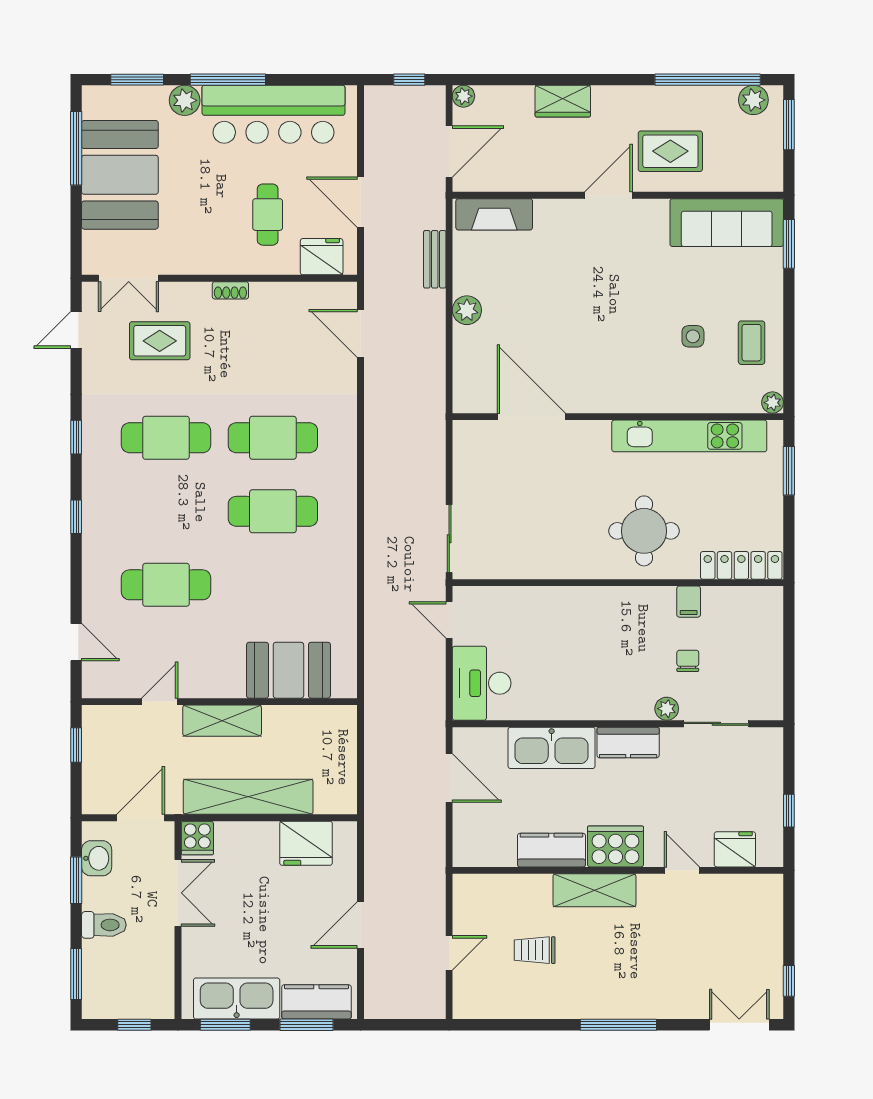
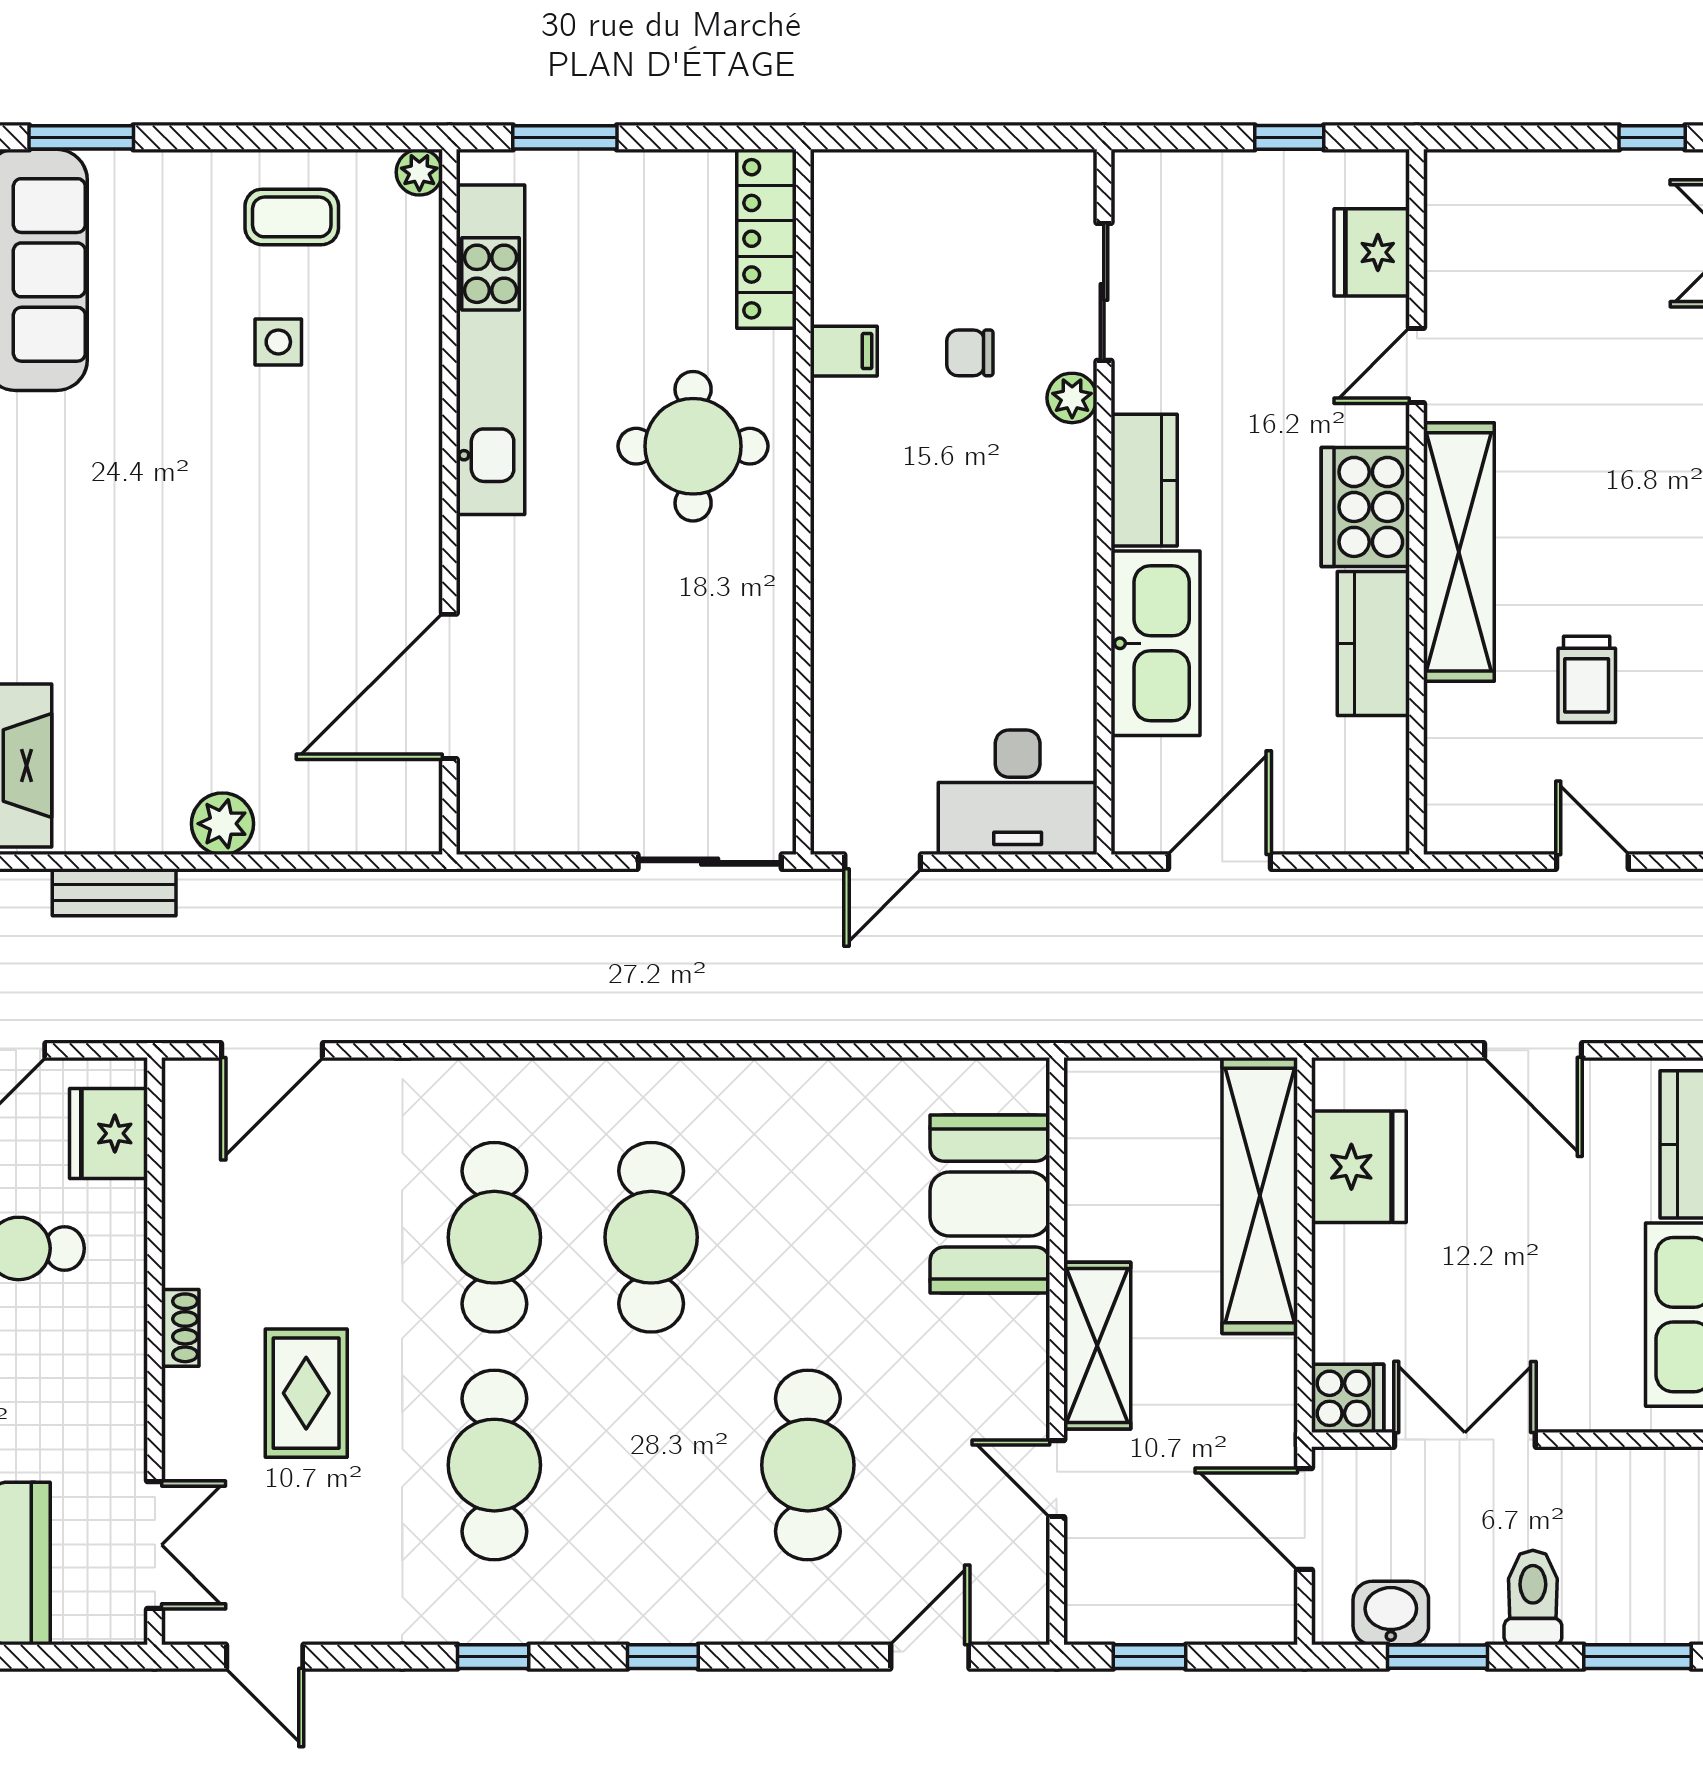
rug: (160, 341) -> (306, 1393), moved
shelving: (248, 797) -> (1260, 1196), moved
shelving: (594, 890) -> (1459, 552), width x1.47

